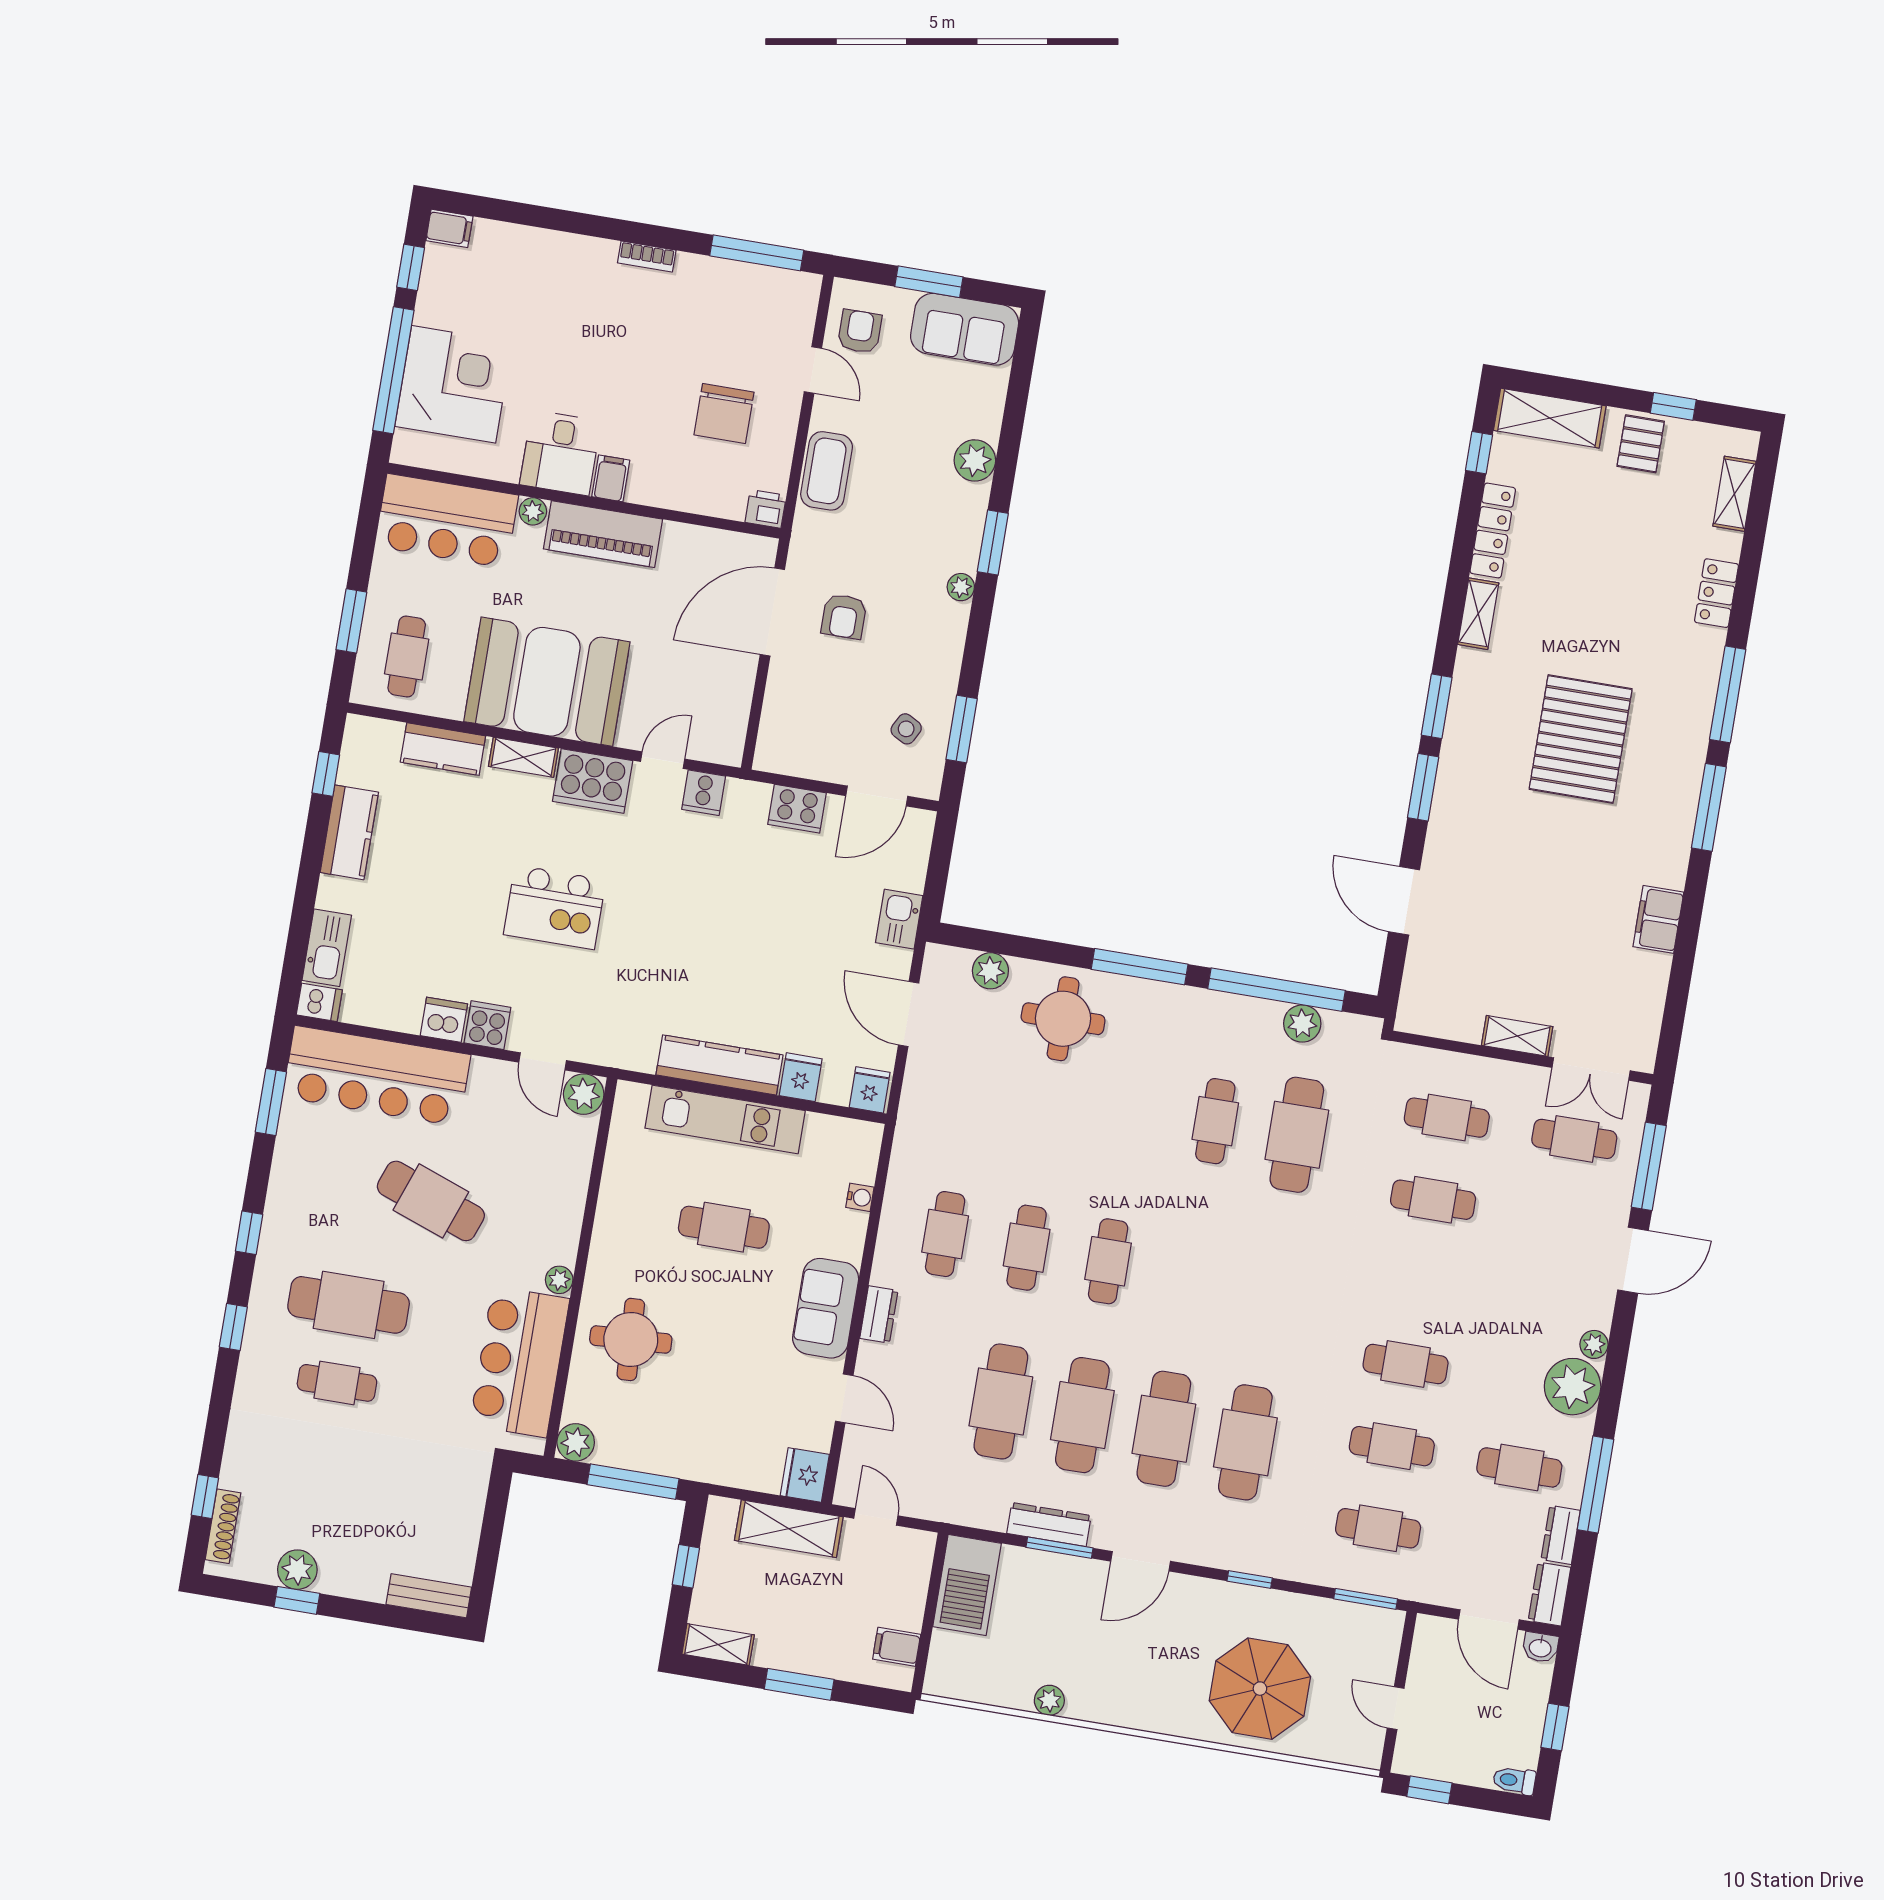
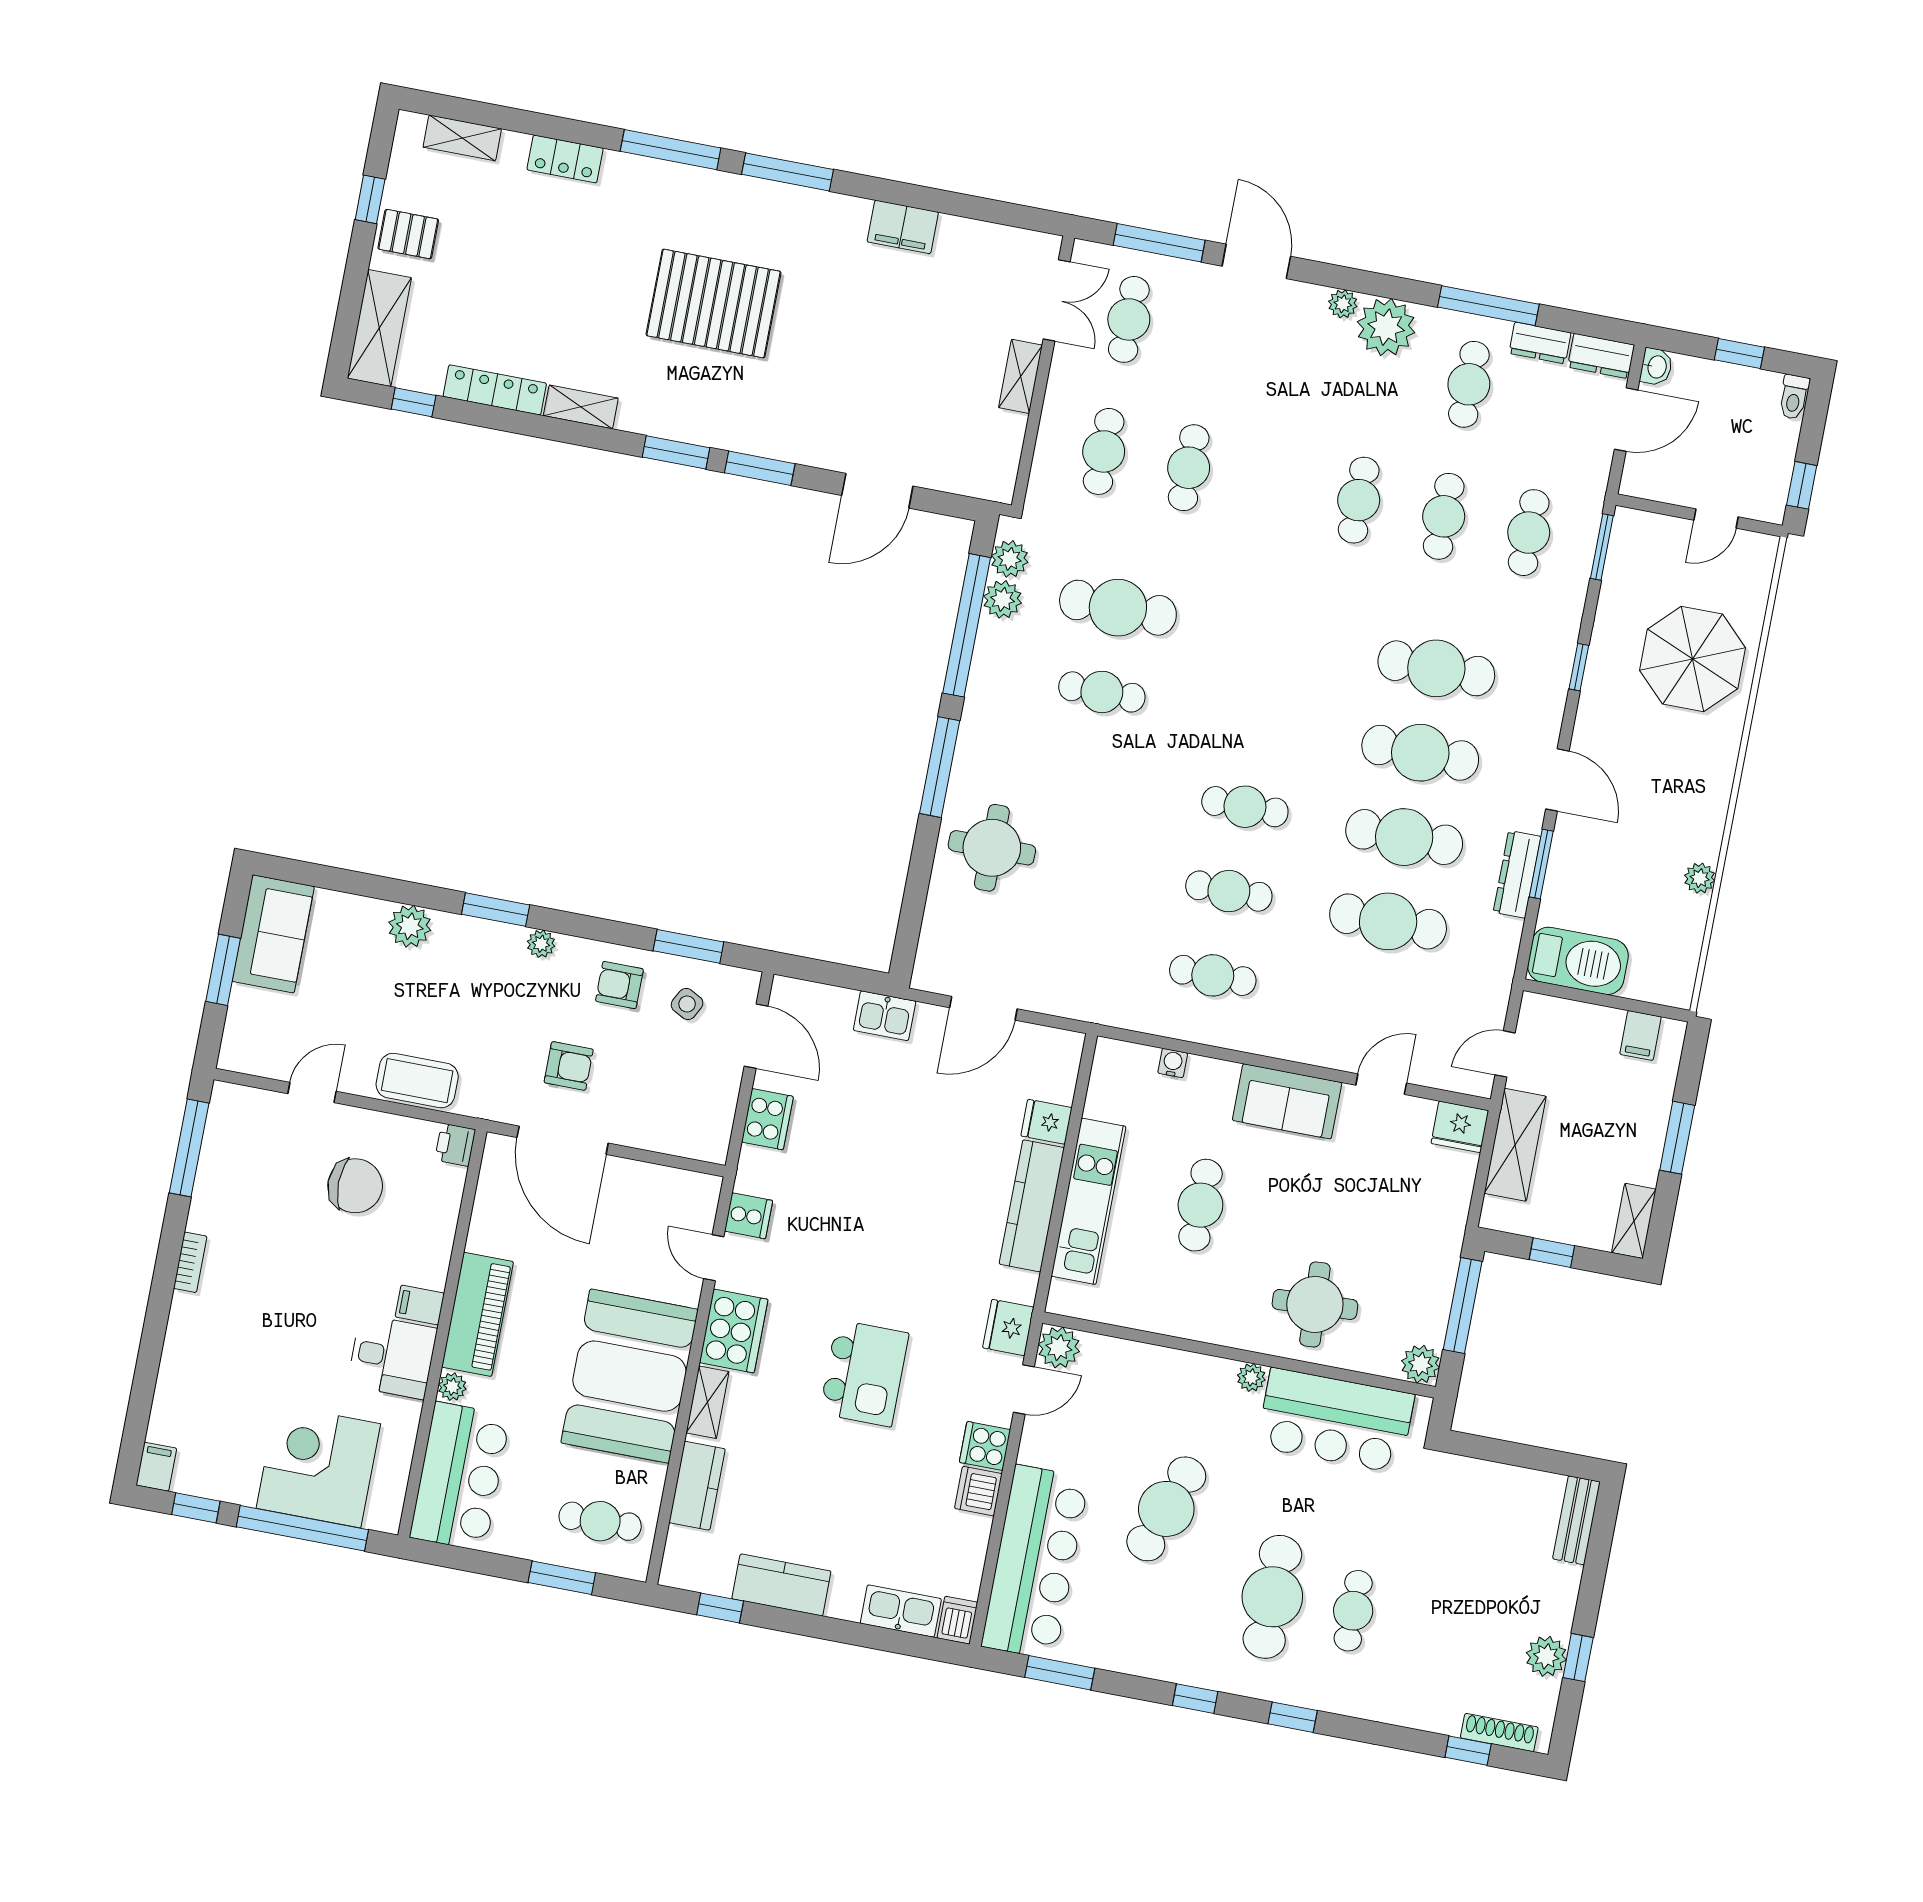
armchair: (860, 331) -> (619, 985), moved
plant: (990, 971) -> (1010, 559), moved
fridge: (870, 1090) -> (1008, 1328), moved, width x1.38
dresser: (879, 1314) -> (1295, 1046), removed

